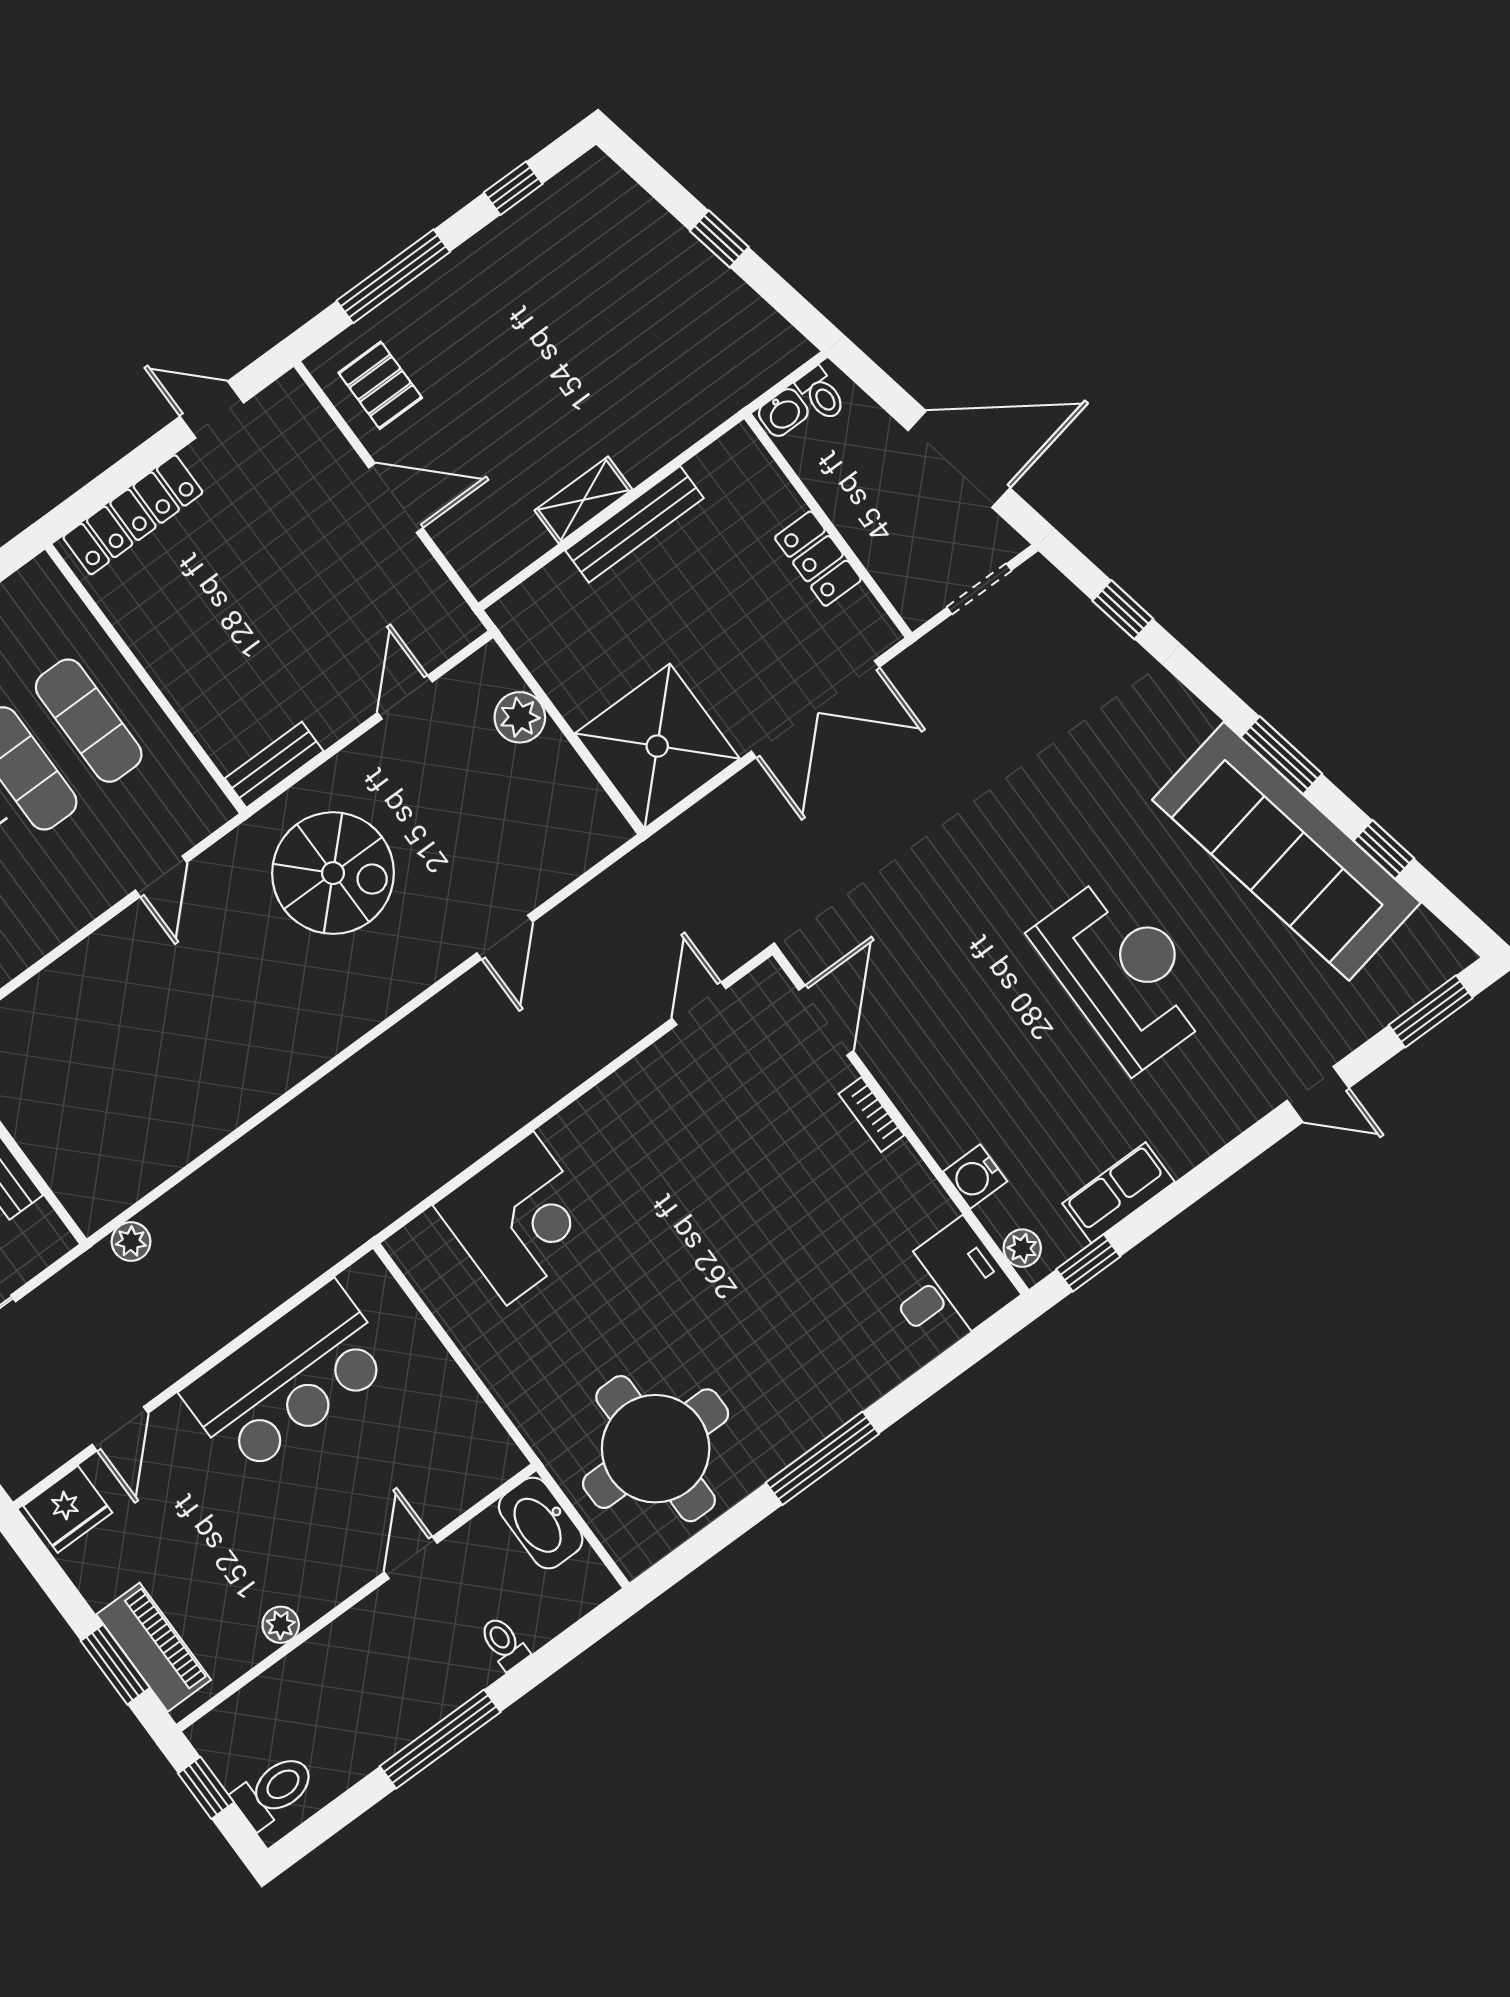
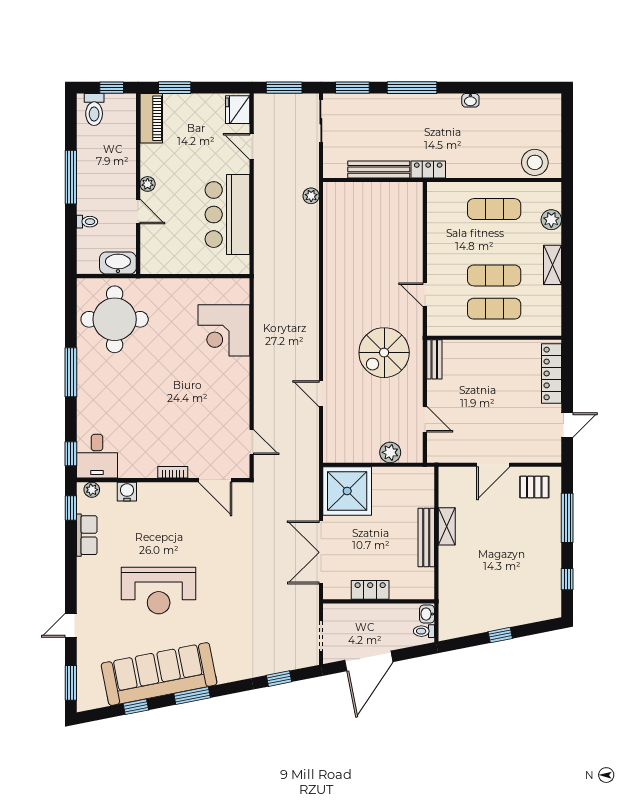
window: (982, 1341) -> (71, 454), added
plant: (281, 1625) -> (148, 184), moved
piano: (154, 1647) -> (151, 118), moved, turned -90

